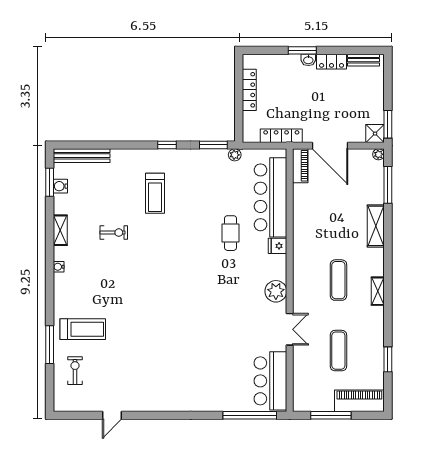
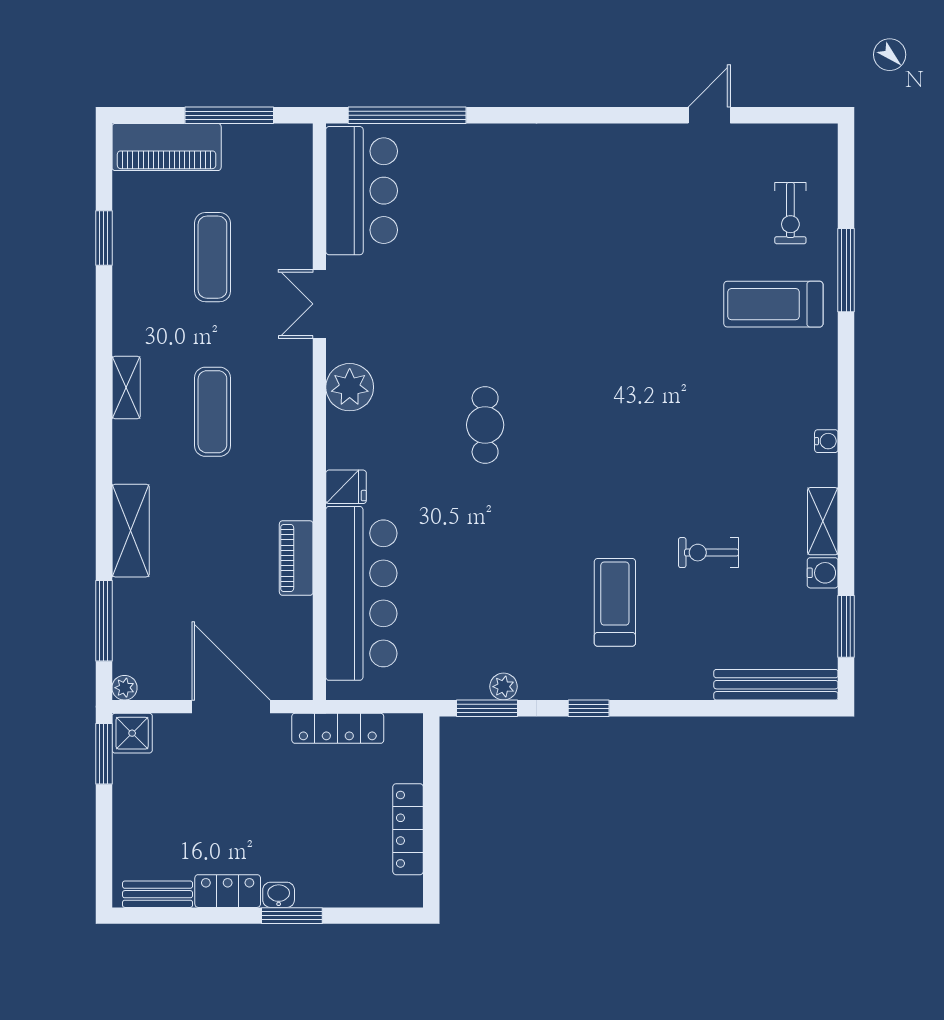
plant: (235, 155) -> (504, 687), moved
piano: (300, 166) -> (296, 558), moved
water cooler: (60, 186) -> (823, 573), moved
exercise bike: (114, 233) -> (709, 553), moved
cafe table: (230, 233) -> (485, 425), moved

